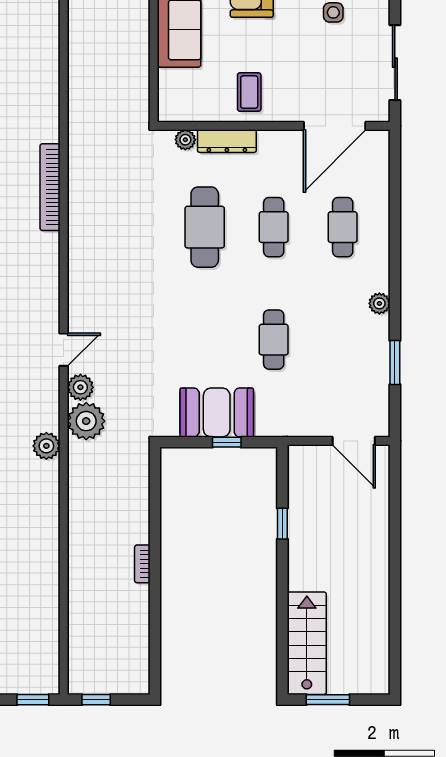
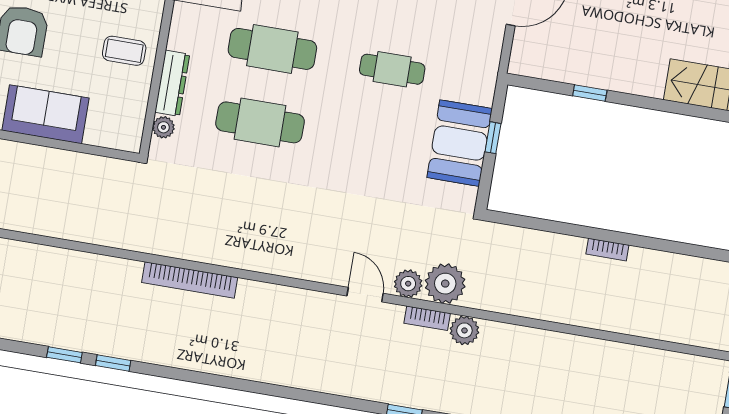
cafe table: (274, 227) -> (272, 49), width x1.37, depth x1.35
bookcase: (52, 410) -> (427, 318), added

